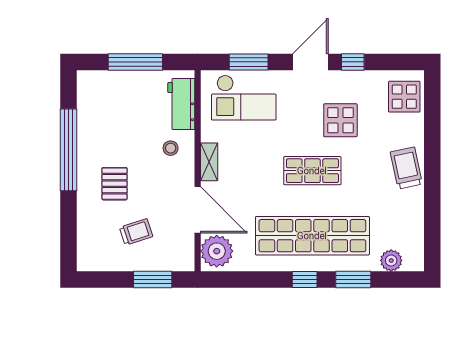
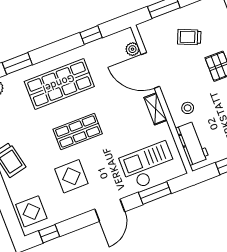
window: (353, 62) -> (49, 234), moved
trolley: (136, 232) -> (189, 37), turned 41
shop shelf: (312, 236) -> (59, 84), width x0.71
plant: (217, 251) -> (132, 49), width x0.53, depth x0.53
window: (305, 279) -> (91, 35), moved

